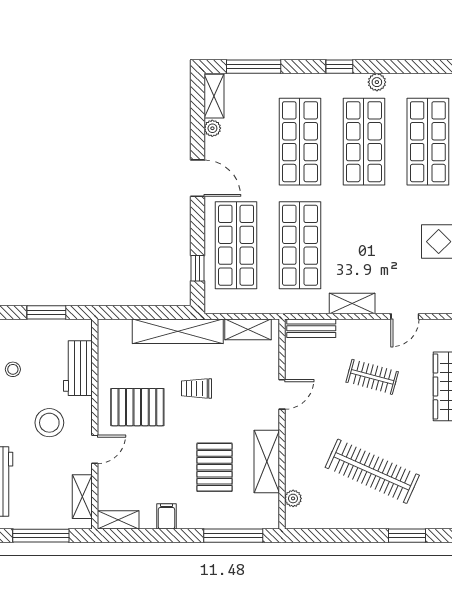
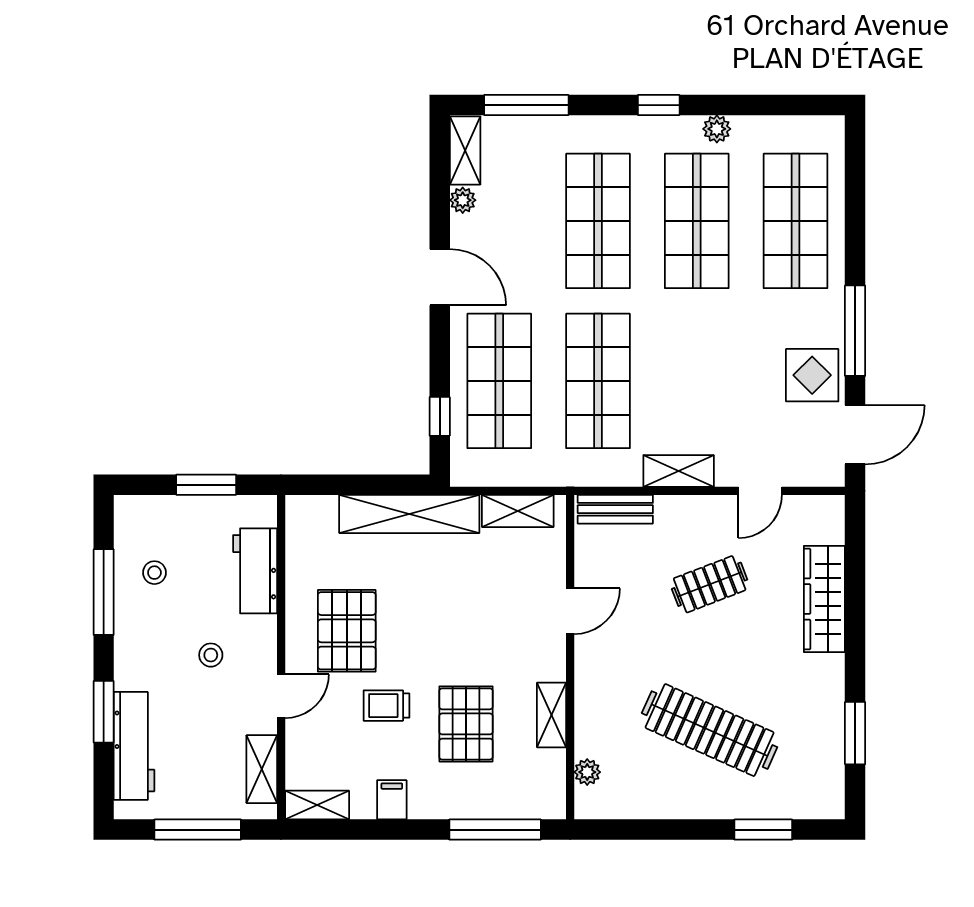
clothes rail: (372, 377) -> (710, 584), turned -36
trolley: (196, 388) -> (386, 706), moved
pallet: (137, 407) -> (347, 631), turned 90
stool: (49, 423) -> (211, 655), width x0.53, depth x0.53
shelving: (267, 461) -> (552, 715), width x0.67, depth x0.75

